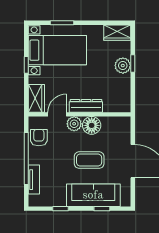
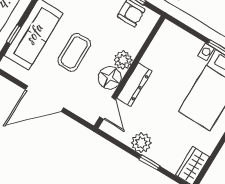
plant: (123, 66) -> (141, 143), moved
wardrobe: (36, 98) -> (175, 36), removed
door: (57, 114) -> (108, 108), moved

